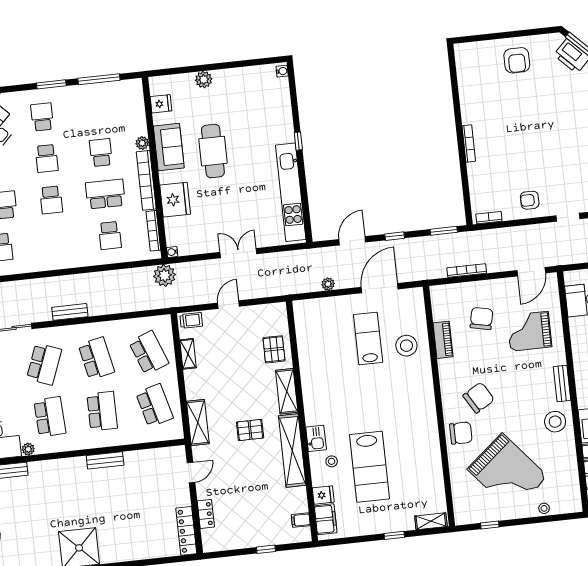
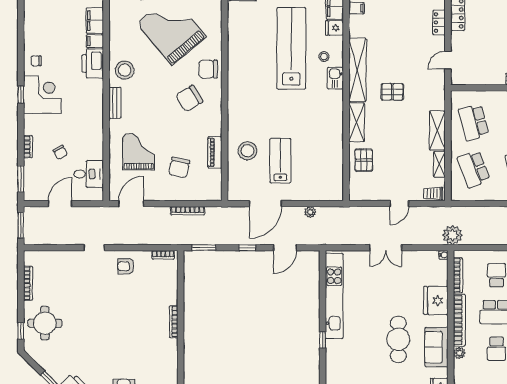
armchair: (530, 200) -> (126, 266), turned 180
grand piano: (529, 331) -> (139, 152), turned -90
lab bench: (368, 338) -> (280, 161), turned 180
shelving: (198, 422) -> (437, 130), moved
lab bench: (369, 467) -> (291, 48), width x1.36

